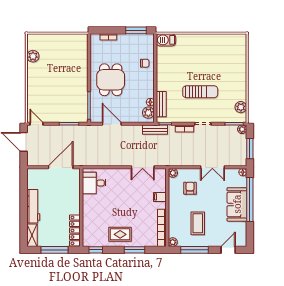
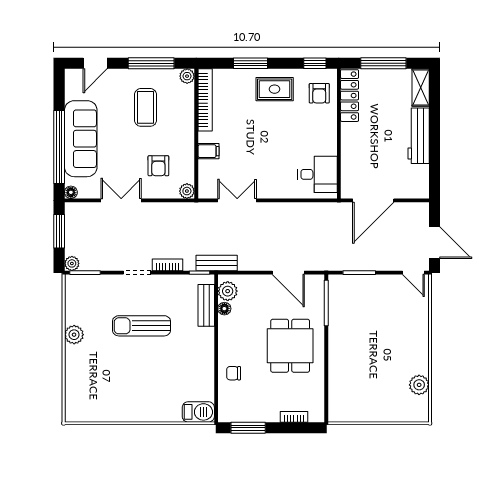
plant: (241, 107) -> (74, 335), moved
sofa: (237, 204) -> (81, 139), width x1.36
armchair: (93, 232) -> (319, 93), added

